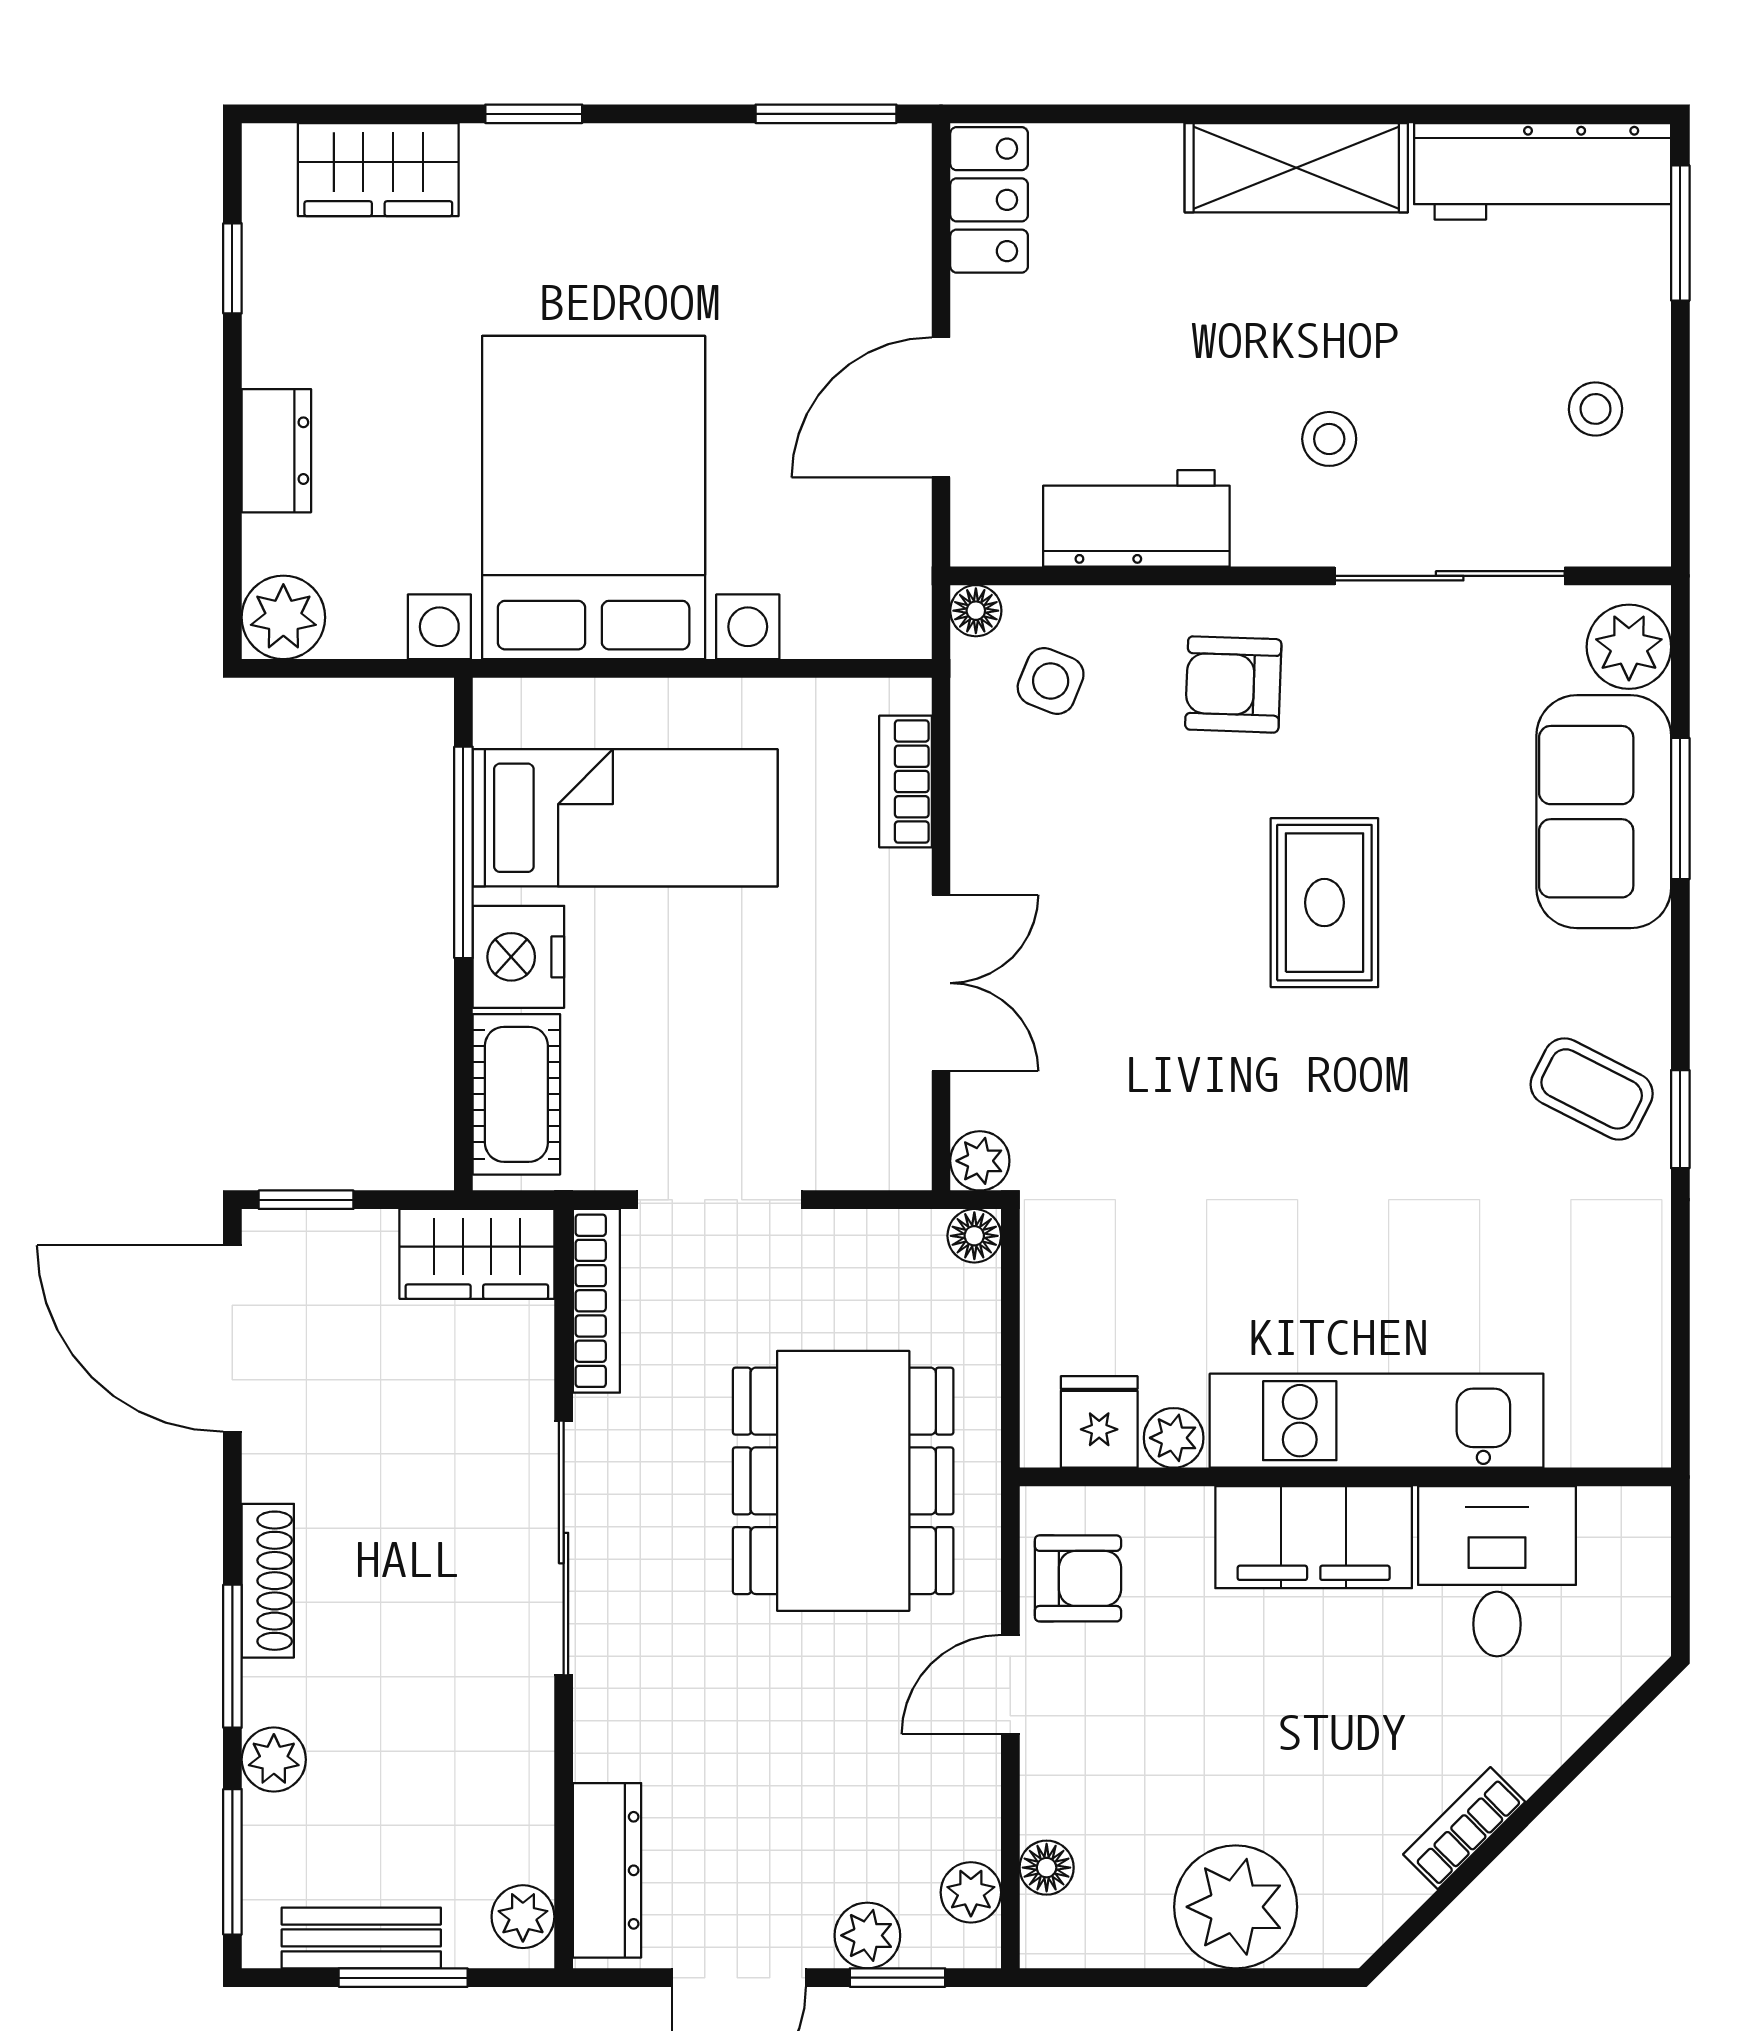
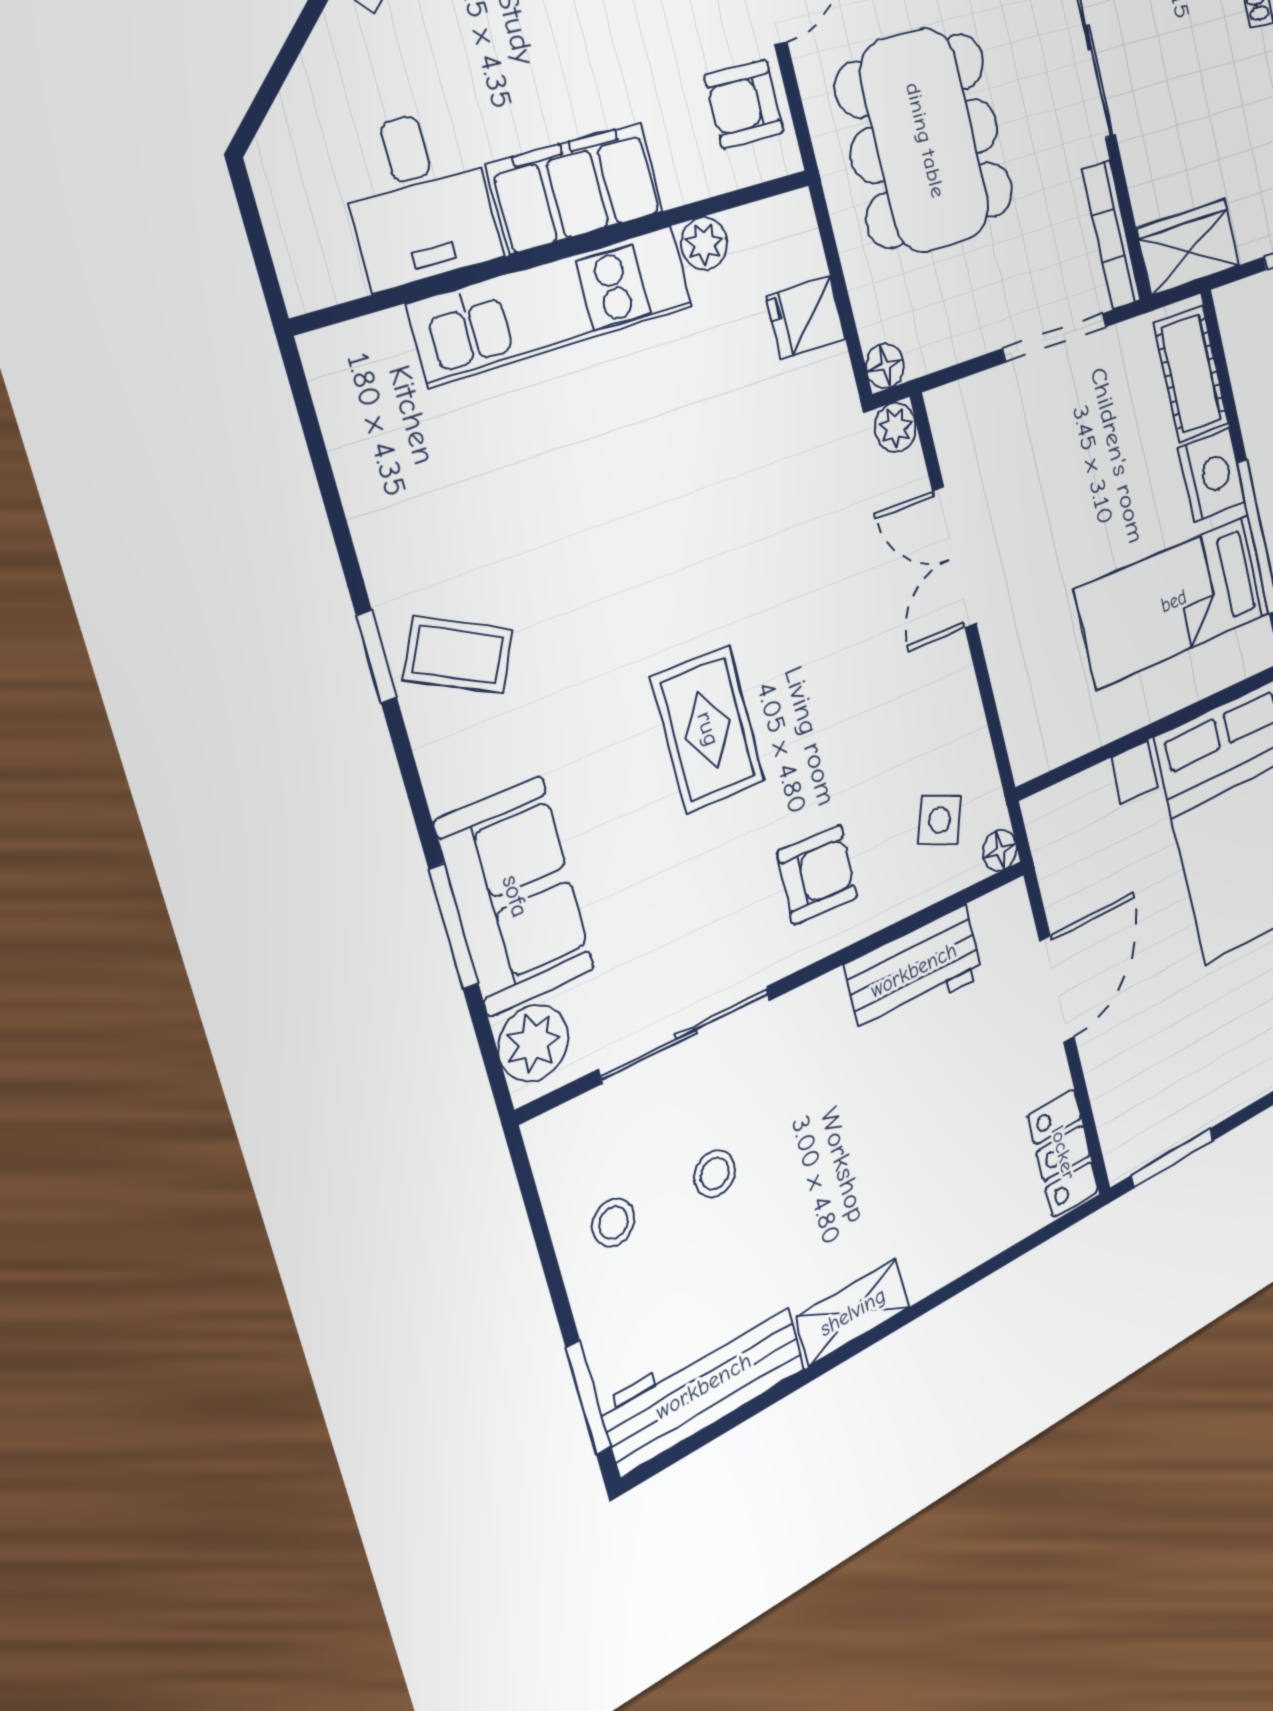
shelving: (1296, 168) -> (853, 1312), width x0.67, depth x0.75
stool: (1329, 439) -> (715, 1174), moved
bookcase: (905, 782) -> (1013, 702), removed
fridge: (1099, 1422) -> (806, 317), moved, turned 90

